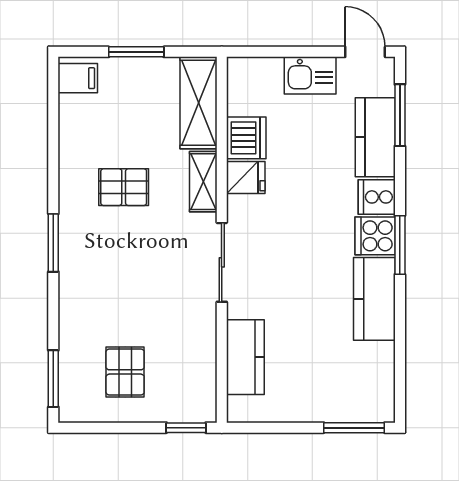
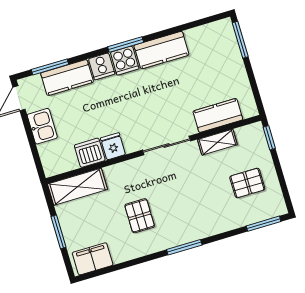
filing cabinet: (78, 78) -> (93, 259), width x2.00
shelving: (203, 182) -> (217, 142), moved

